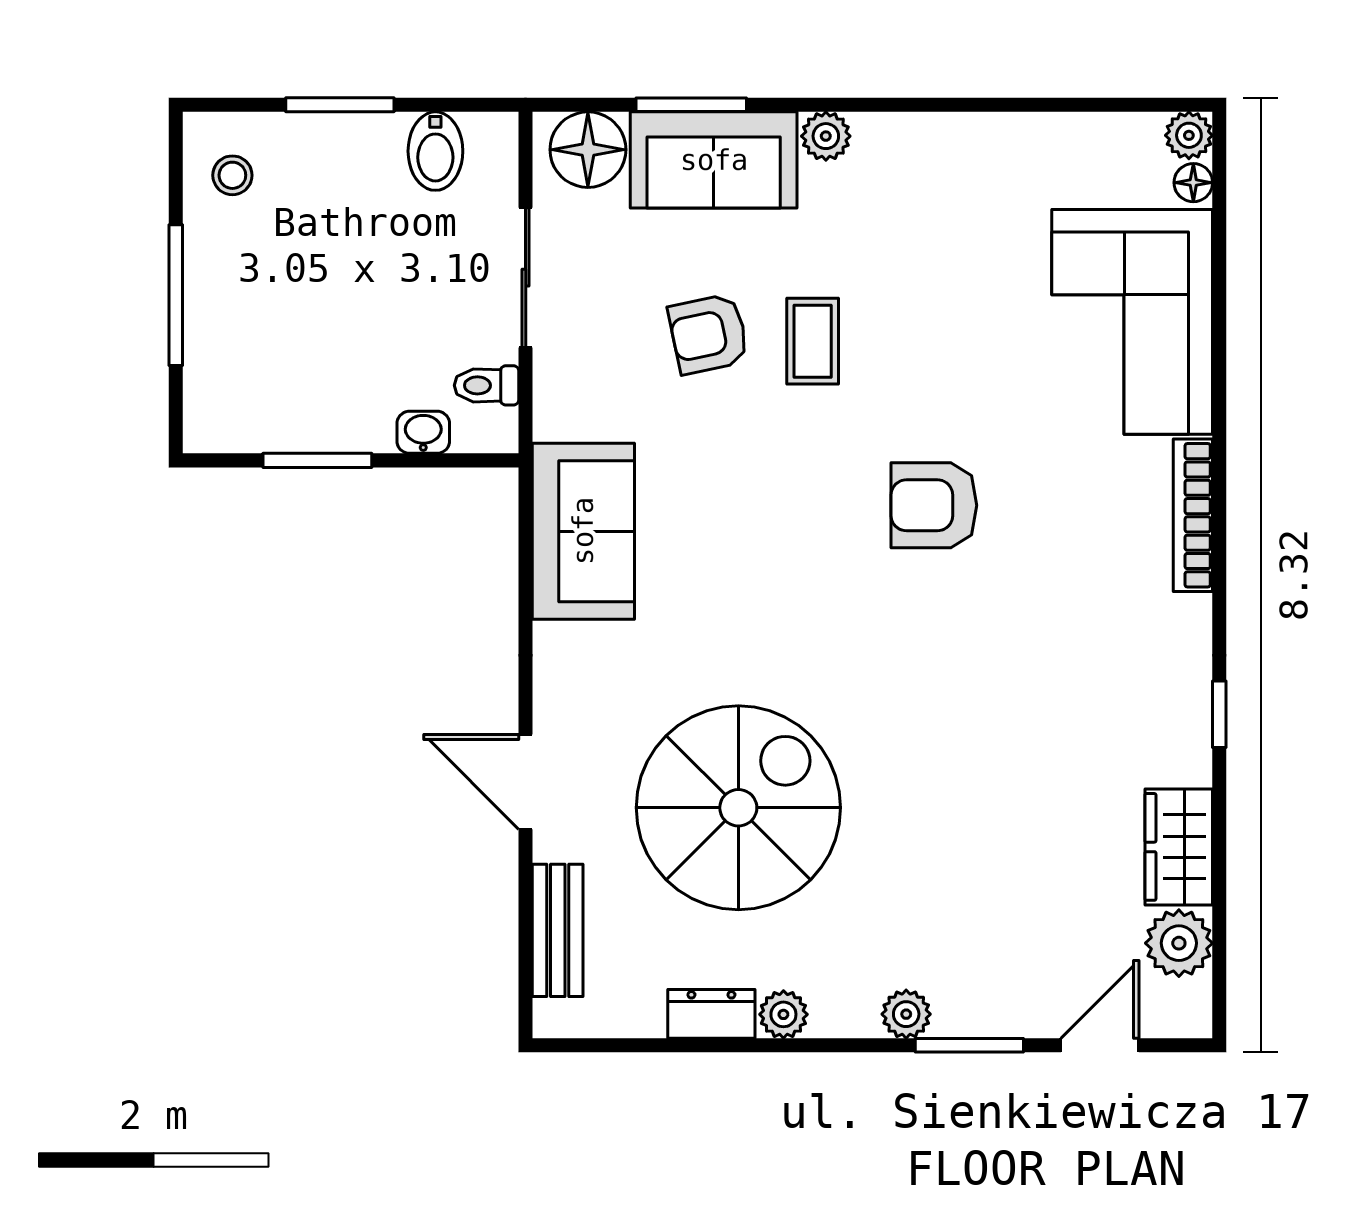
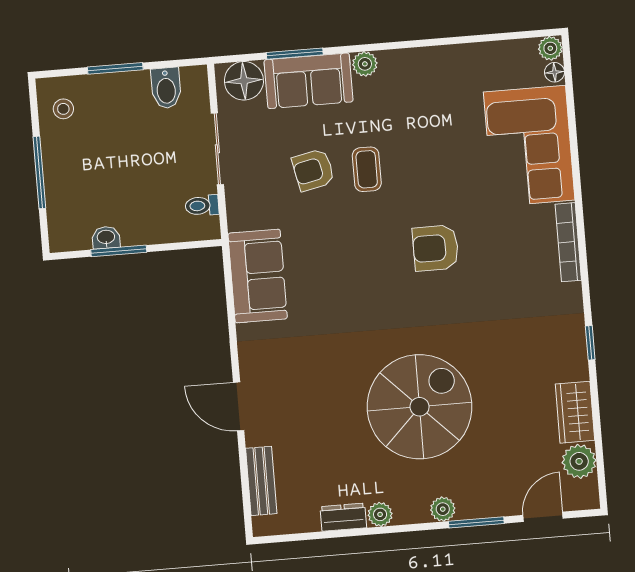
washbasin: (423, 432) -> (106, 238), moved
spiral stairs: (738, 808) -> (420, 407), moved

